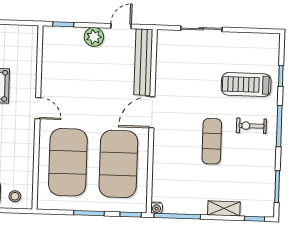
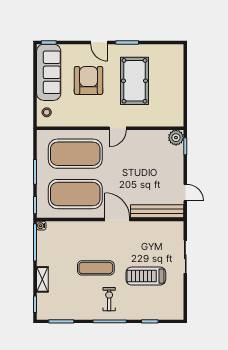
plant: (94, 37) -> (176, 138), moved
treadmill: (246, 85) -> (146, 276), moved, turned -90

